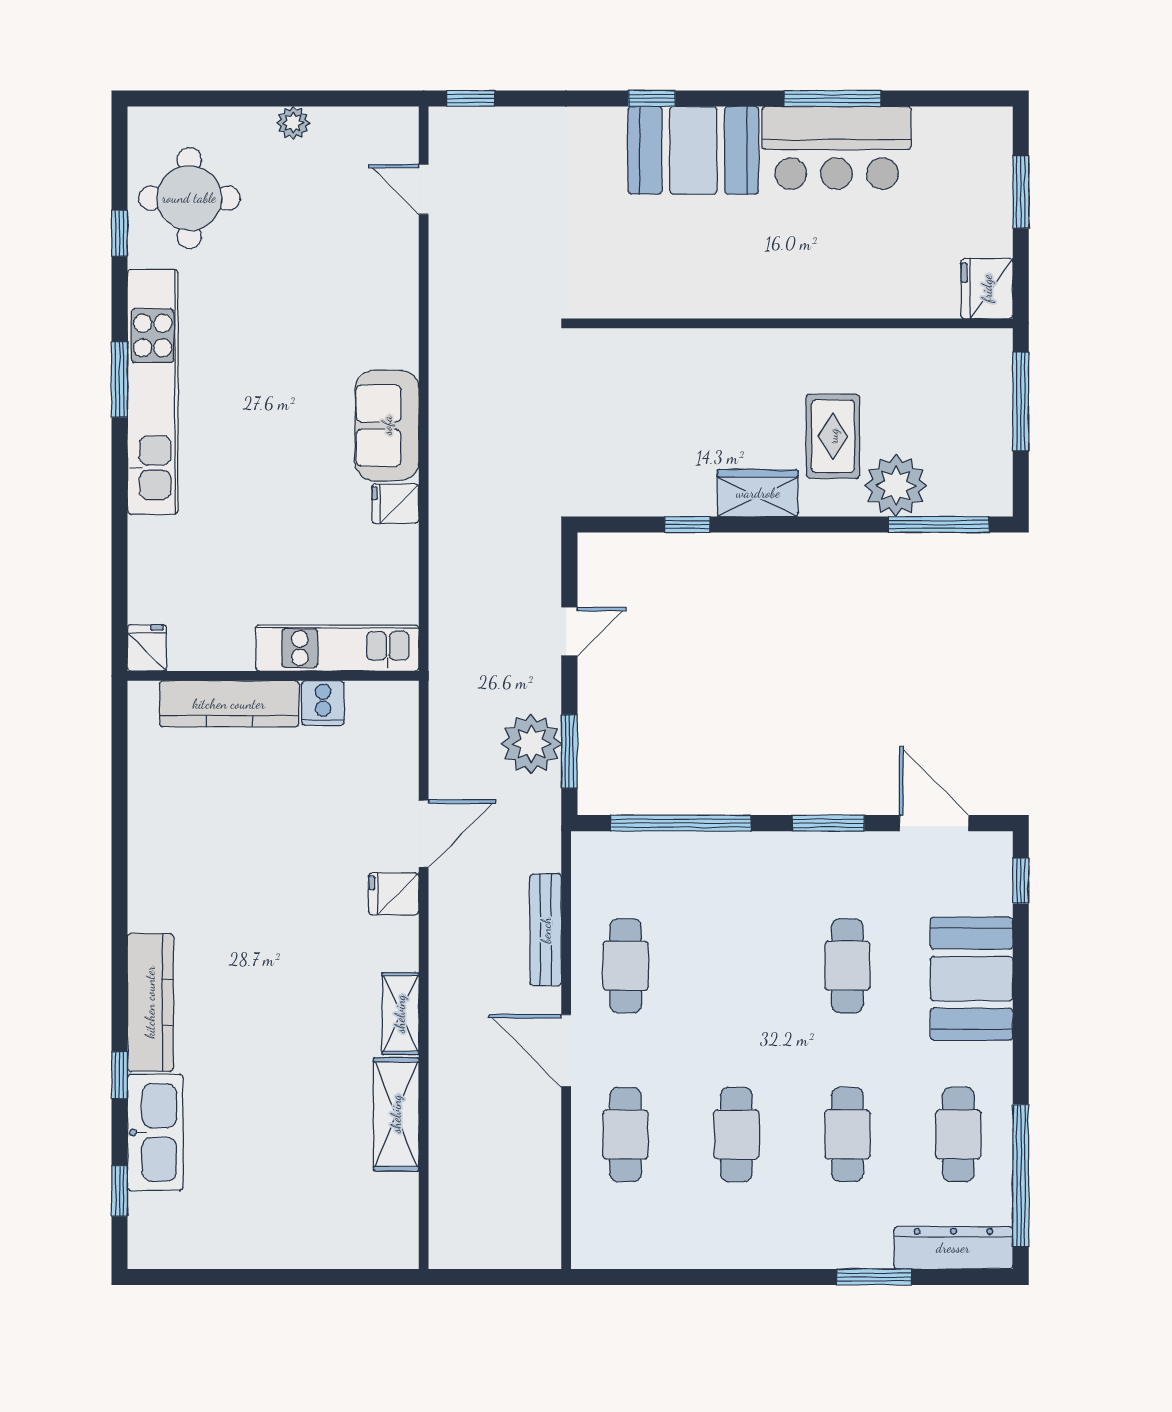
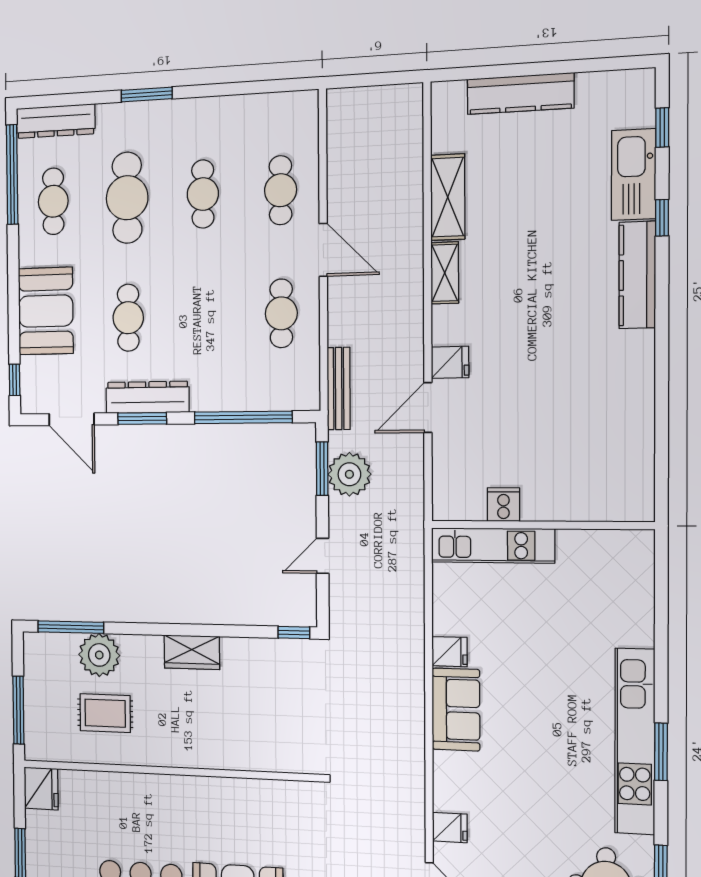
rug: (833, 436) -> (105, 713), moved, turned 90
window: (687, 525) -> (294, 633), moved
fridge: (147, 648) -> (450, 827), moved, turned -90
kitchen counter: (229, 704) -> (520, 94), moved, turned 180
dresser: (820, 853) -> (147, 397), added
bench: (546, 930) -> (339, 389), moved
cafe table: (847, 1134) -> (127, 198), width x1.37, depth x1.35
window: (874, 1277) -> (147, 94), moved

